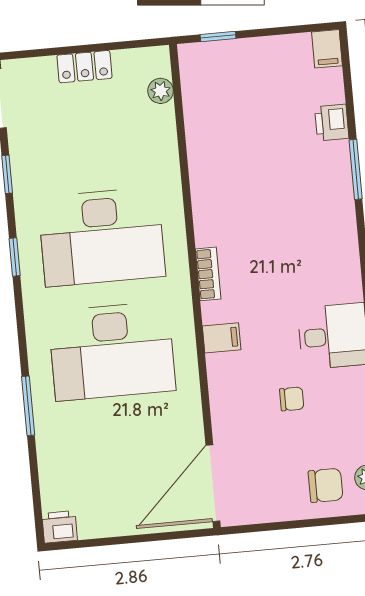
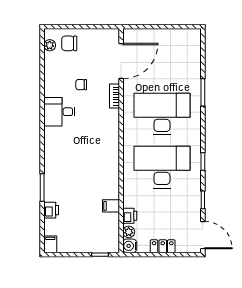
water cooler: (156, 61) -> (130, 246), added
bookcase: (208, 274) -> (114, 96), moved
filing cabinet: (222, 338) -> (111, 206), moved
door: (213, 483) -> (121, 61), moved
printer: (60, 527) -> (130, 216), moved, turned -90

